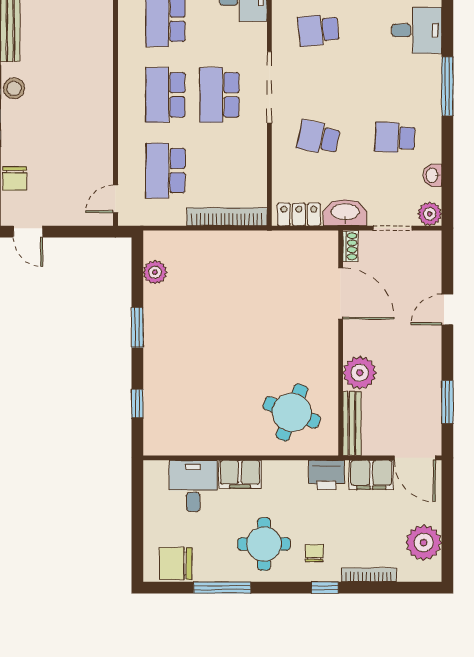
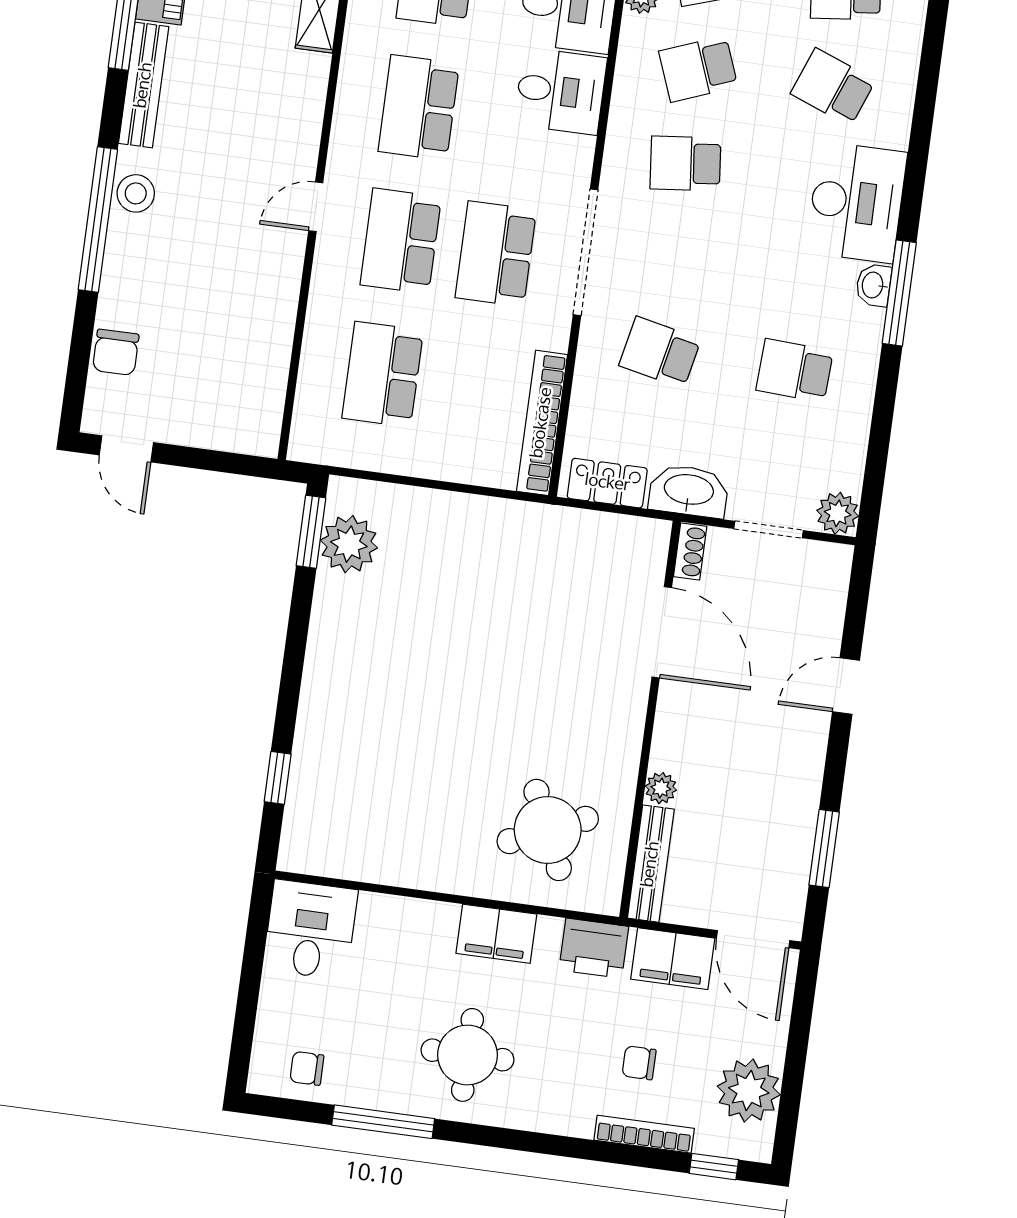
desk: (417, 30) -> (856, 202), width x1.37
washbasin: (432, 175) -> (873, 285), moved
door: (115, 199) -> (316, 207), moved
bookcase: (227, 217) -> (542, 423), moved, turned -90
plant: (155, 272) -> (349, 544), width x1.36, depth x1.36
window: (137, 327) -> (311, 532), moved
plant: (360, 373) -> (661, 788), width x0.53, depth x0.53
round table: (292, 412) -> (548, 830), turned 45
filing cabinet: (240, 474) -> (496, 934), moved
desk: (193, 486) -> (310, 930), moved
chair: (314, 553) -> (639, 1063), moved, turned -90
chair: (175, 564) -> (307, 1068), width x0.54, depth x0.54
window: (325, 588) -> (714, 1167), moved

